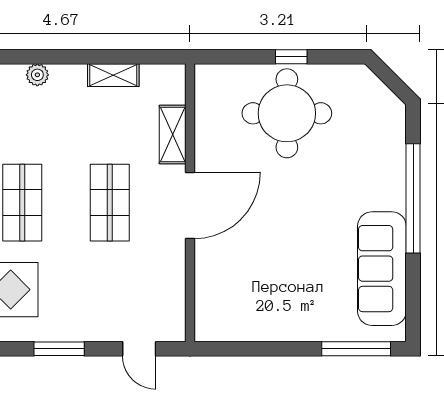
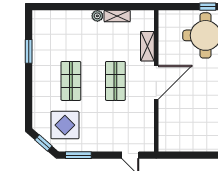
plant: (37, 75) -> (97, 16), moved
window: (59, 349) -> (78, 155), moved

